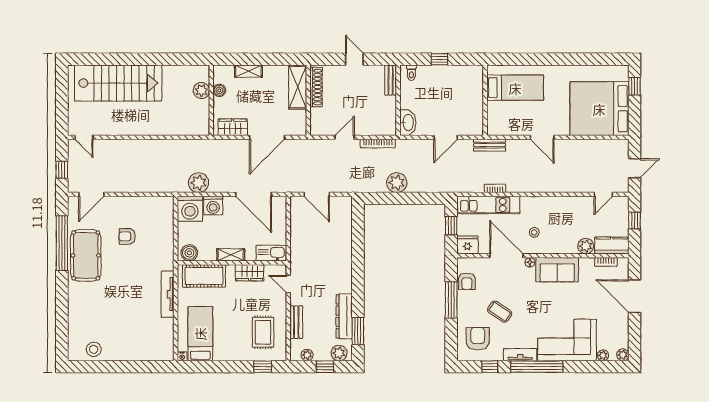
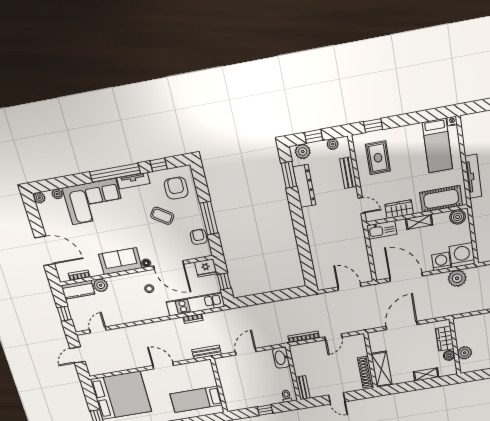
wardrobe: (233, 127) -> (445, 339), moved, turned 90
plant: (397, 183) -> (280, 308), removed
armchair: (478, 339) -> (176, 188), turned 180

